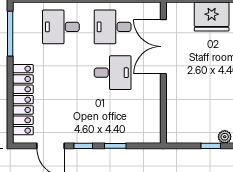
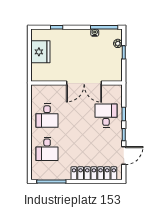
double door: (163, 47) -> (84, 83), moved
desk: (113, 73) -> (106, 116), moved

